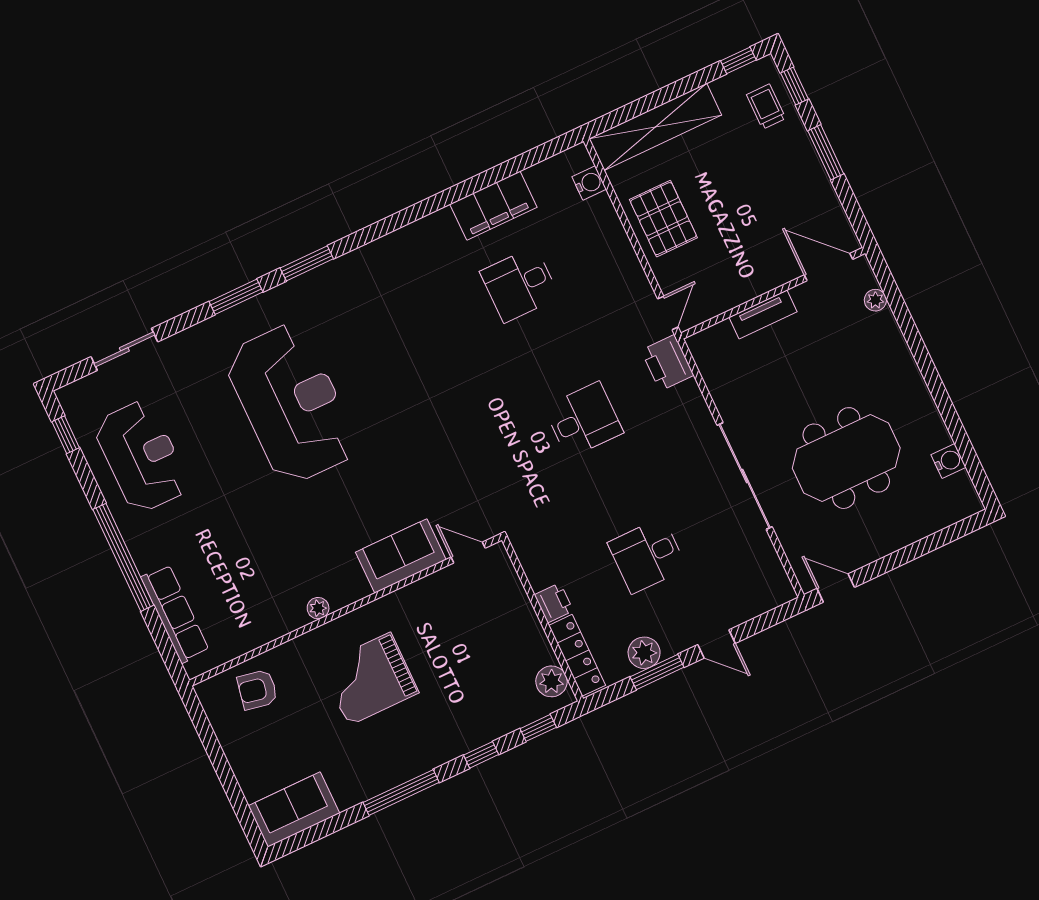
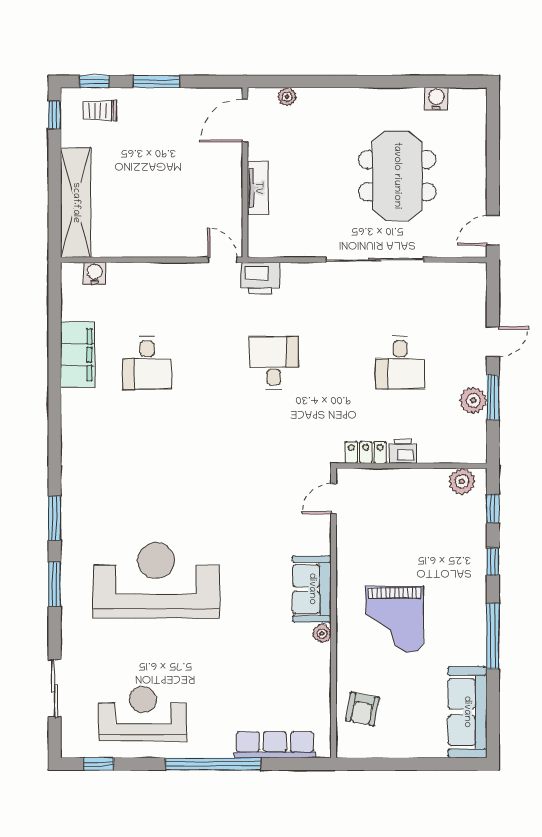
pallet: (663, 219) -> (149, 229), removed
sofa: (401, 556) -> (312, 589), moved
locker: (577, 655) -> (366, 452), moved, width x0.66
sofa: (294, 810) -> (467, 712), width x1.36

